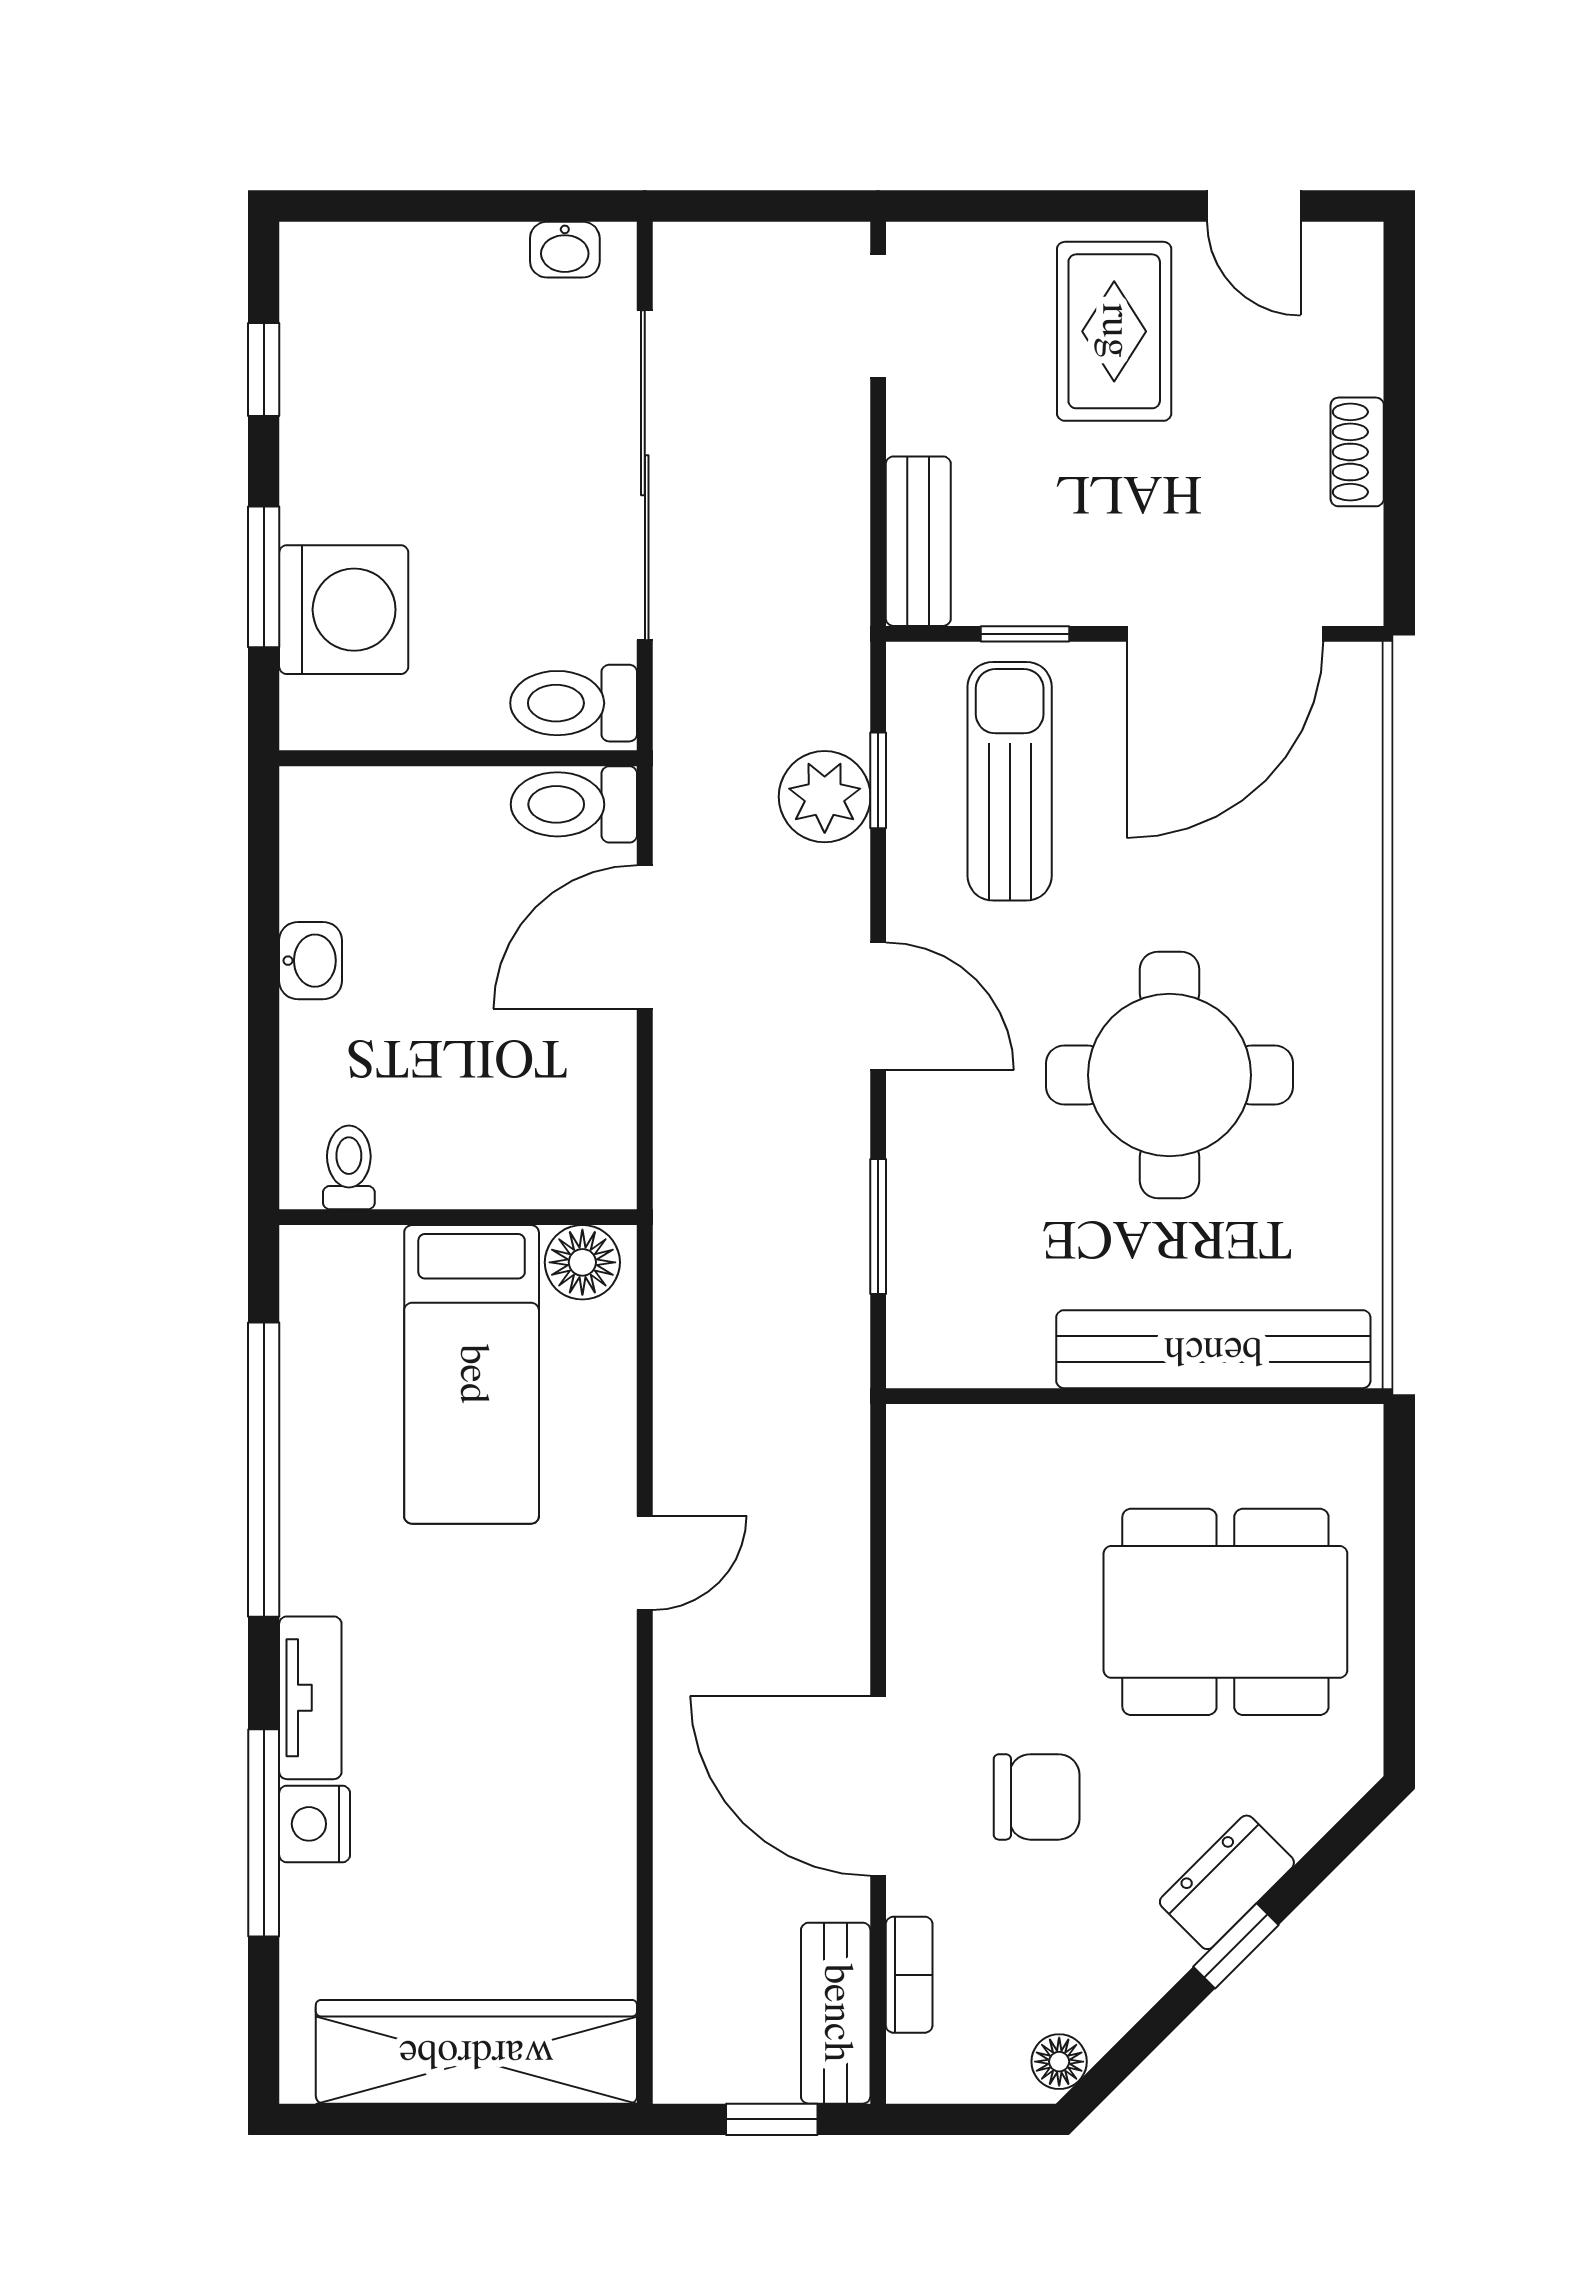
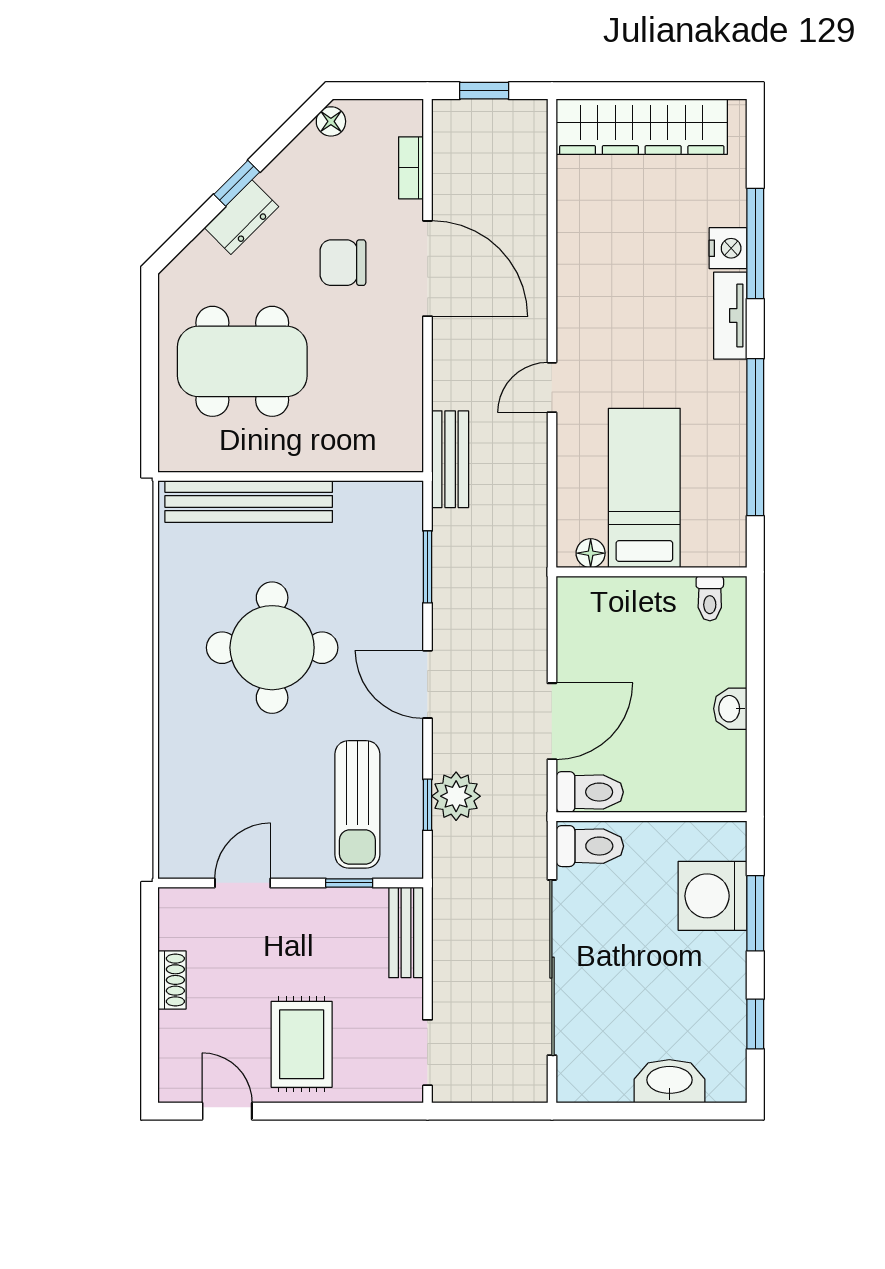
washbasin: (565, 250) -> (669, 1081), moved, width x1.91, depth x1.45
door: (1225, 634) -> (243, 883), width x0.53
floor lamp: (582, 1262) -> (591, 553), width x0.73, depth x0.73
bench: (836, 2013) -> (450, 459), moved

